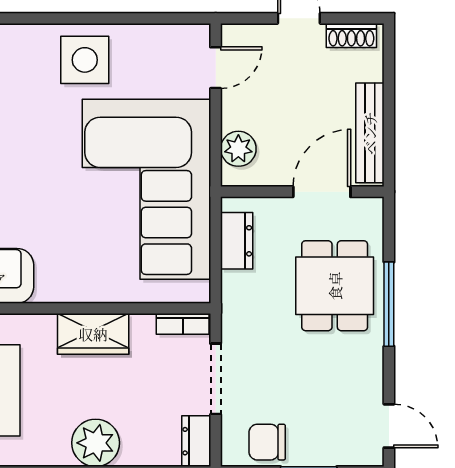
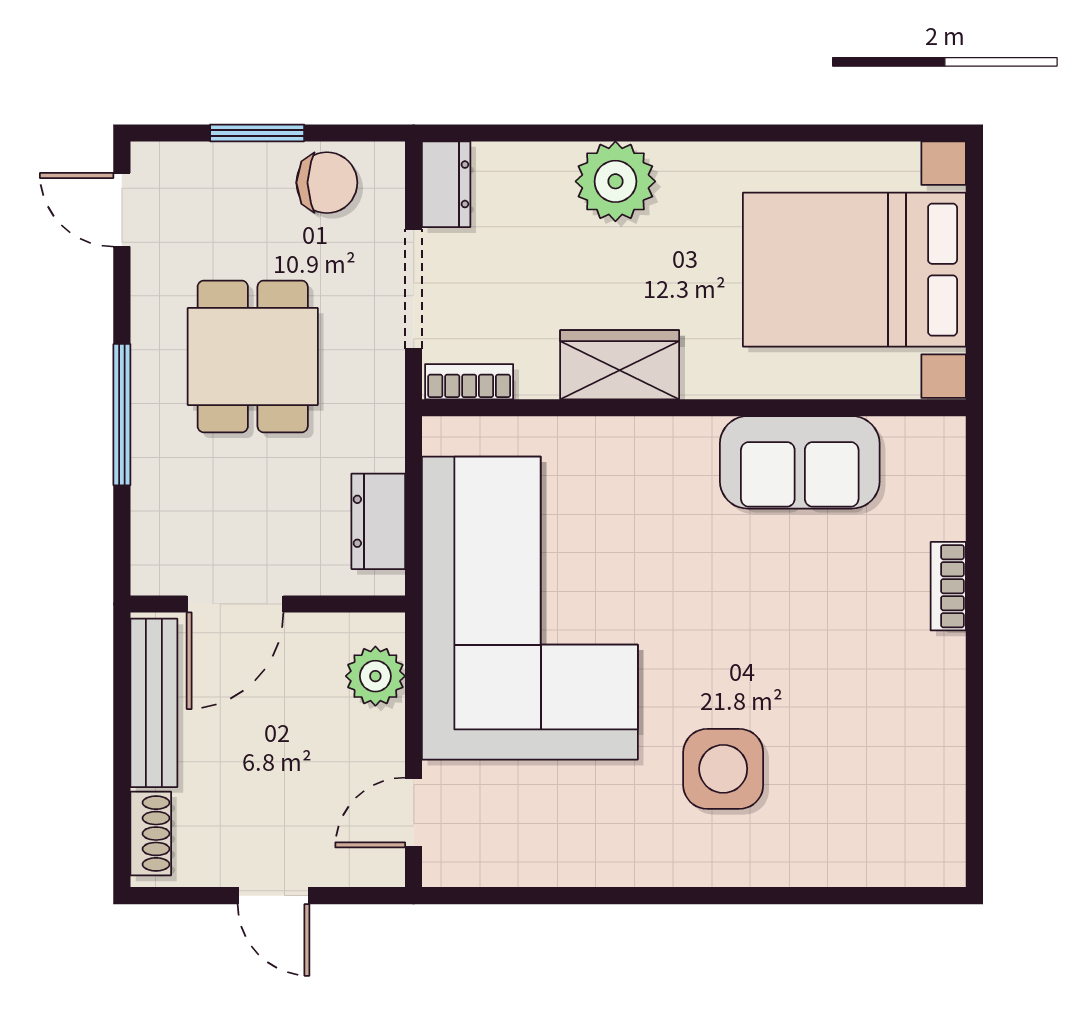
shoe rack: (351, 35) -> (151, 834), moved, turned 90
side table: (85, 60) -> (723, 769), moved
dining table: (335, 286) -> (253, 356), moved

